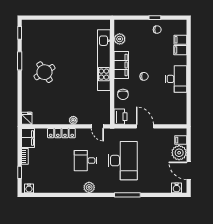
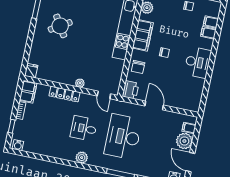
desk: (123, 161) -> (123, 137), turned 180

